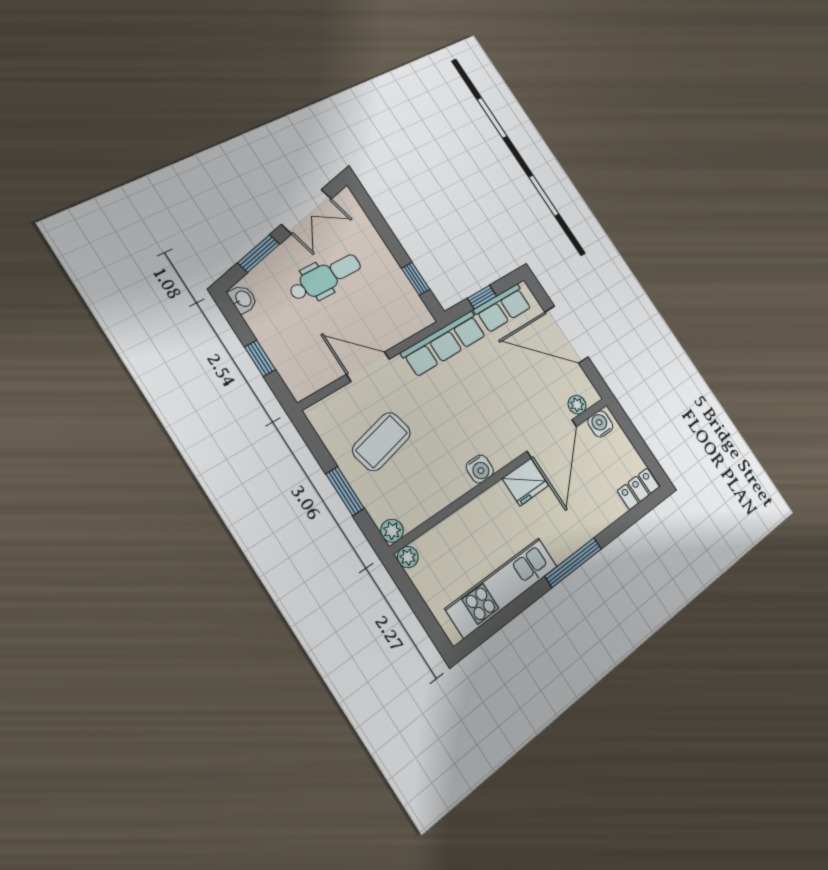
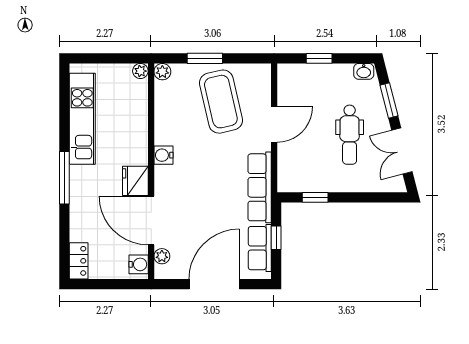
coffee table: (382, 441) -> (221, 102), width x1.36, depth x1.32

